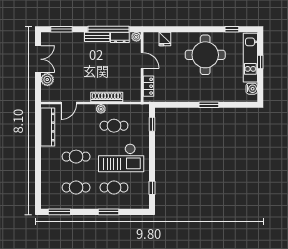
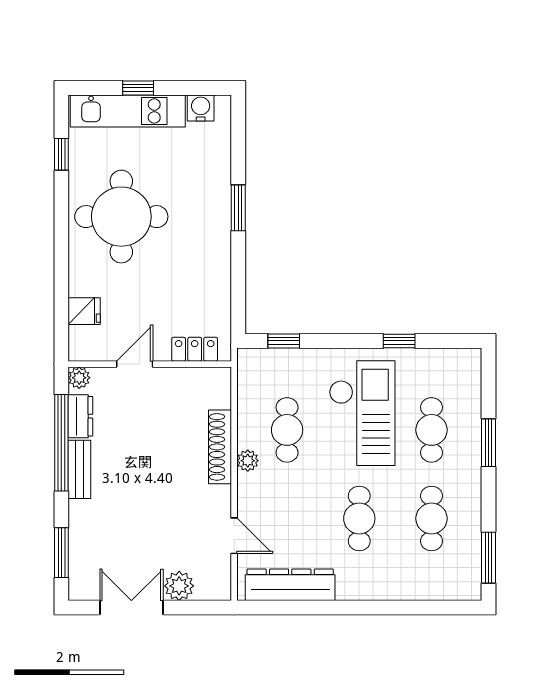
window: (152, 188) -> (399, 341), moved

